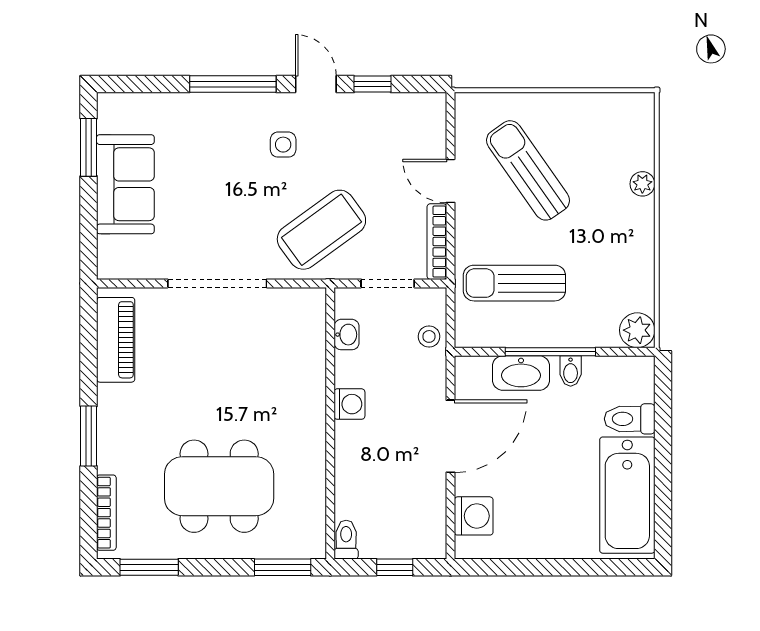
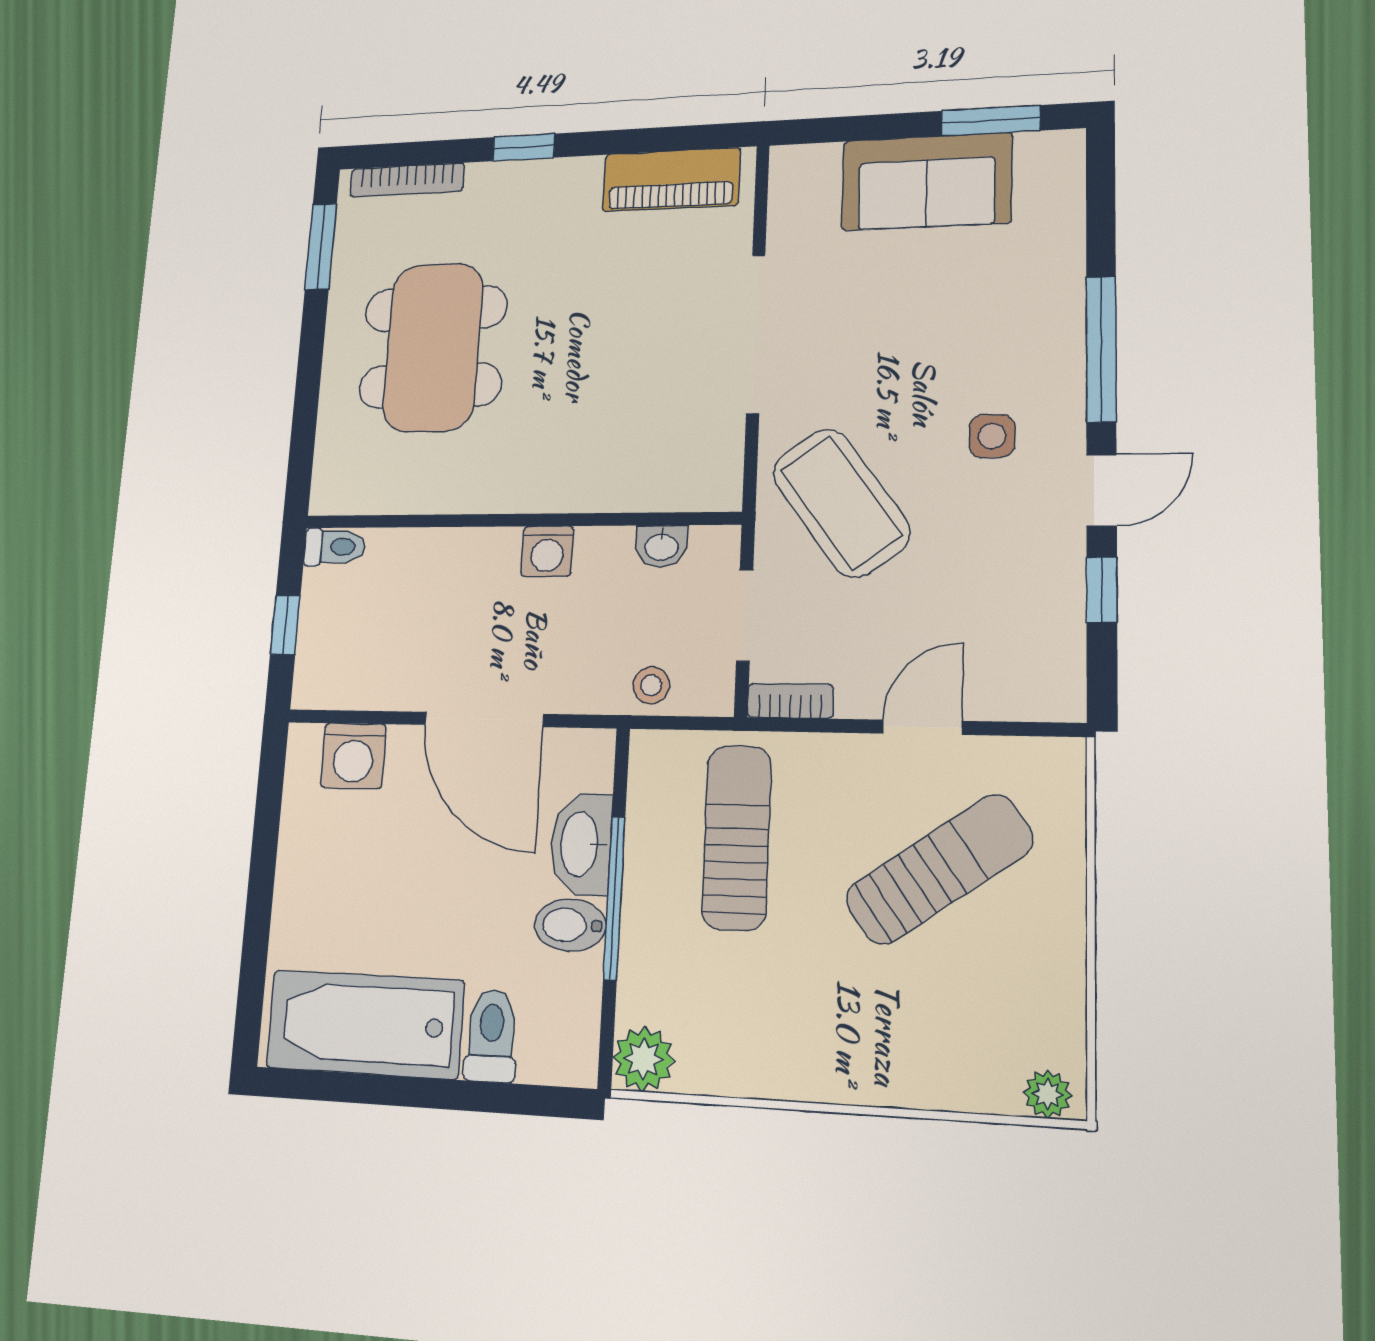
plant: (642, 184) -> (1048, 1094), moved
bookcase: (437, 242) -> (790, 701), width x0.64
bidet: (571, 371) -> (570, 925), width x1.38, depth x1.36
window: (89, 436) -> (524, 147), width x0.67
window: (283, 567) -> (302, 448), removed

